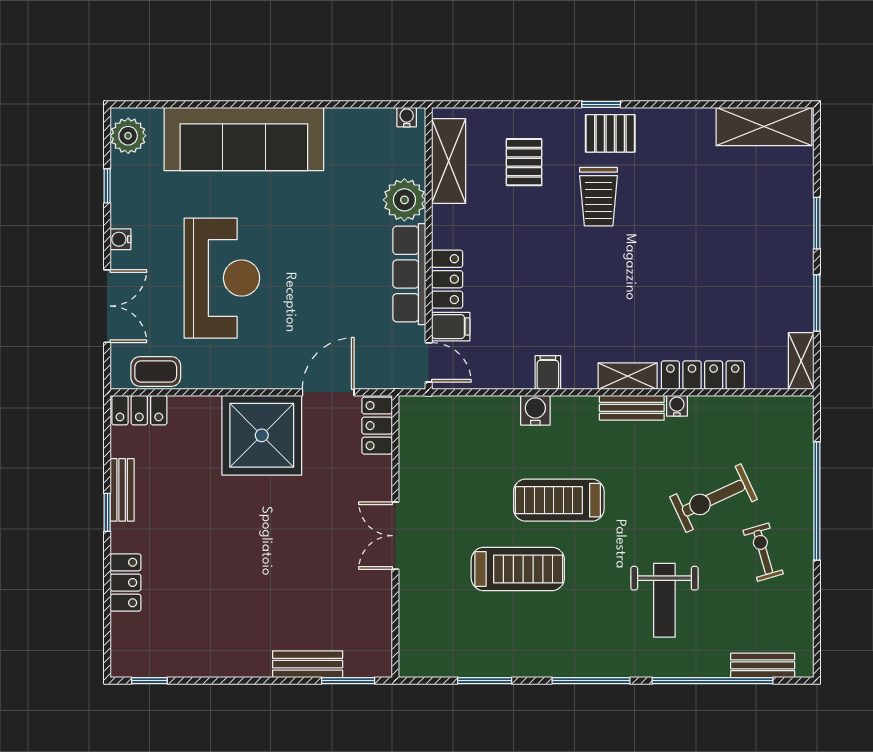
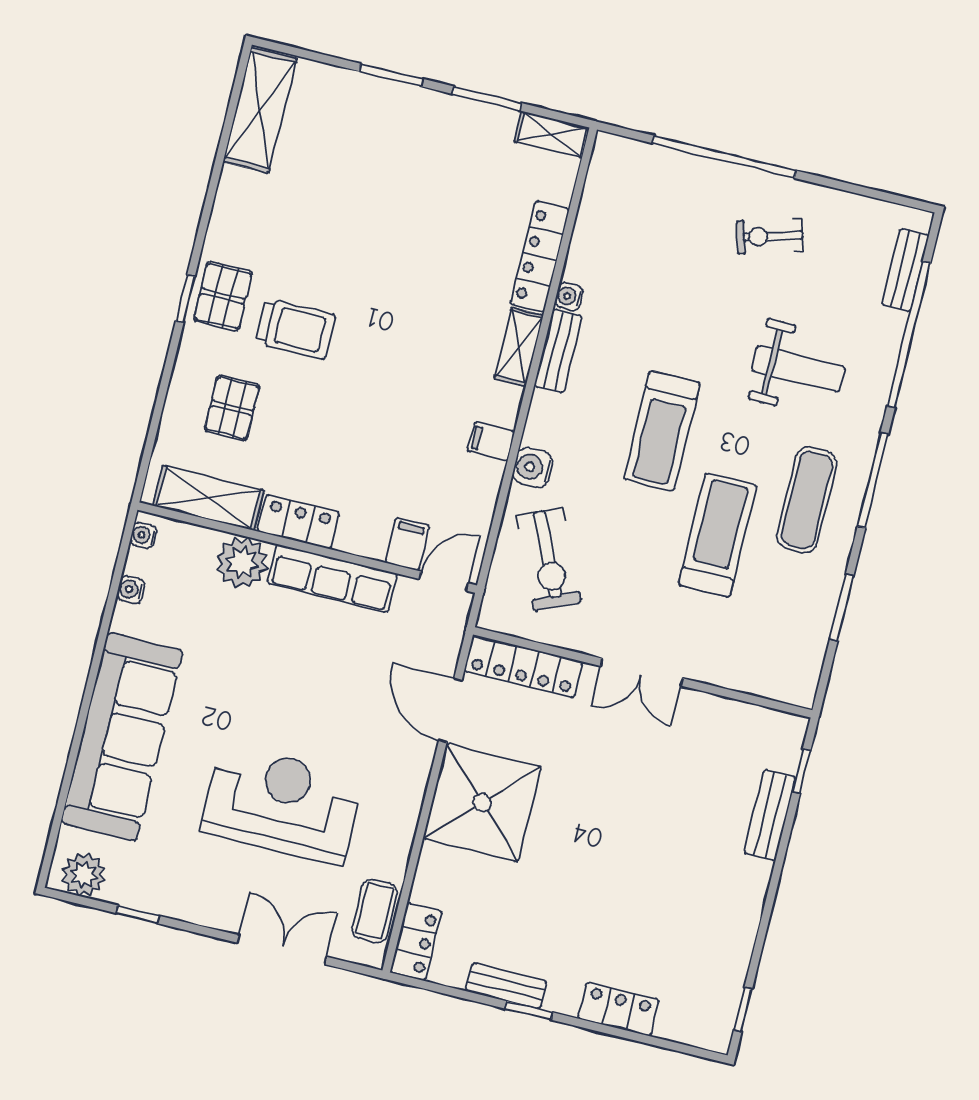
pallet: (524, 162) -> (232, 408), turned 90
water cooler: (121, 239) -> (131, 590), moved, turned 90
locker: (447, 279) -> (298, 522), moved
locker: (377, 426) -> (523, 666), width x1.53
exercise bike: (713, 498) -> (548, 559), moved
treadmill: (559, 500) -> (662, 431), moved
exercise mat: (563, 632) -> (807, 500), added
window: (348, 681) -> (801, 771), width x0.67

